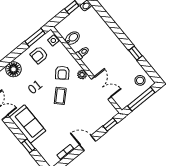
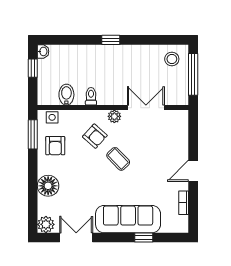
window: (135, 53) -> (111, 40), moved
sofa: (27, 124) -> (128, 219), width x1.36
window: (110, 125) -> (193, 130), removed

